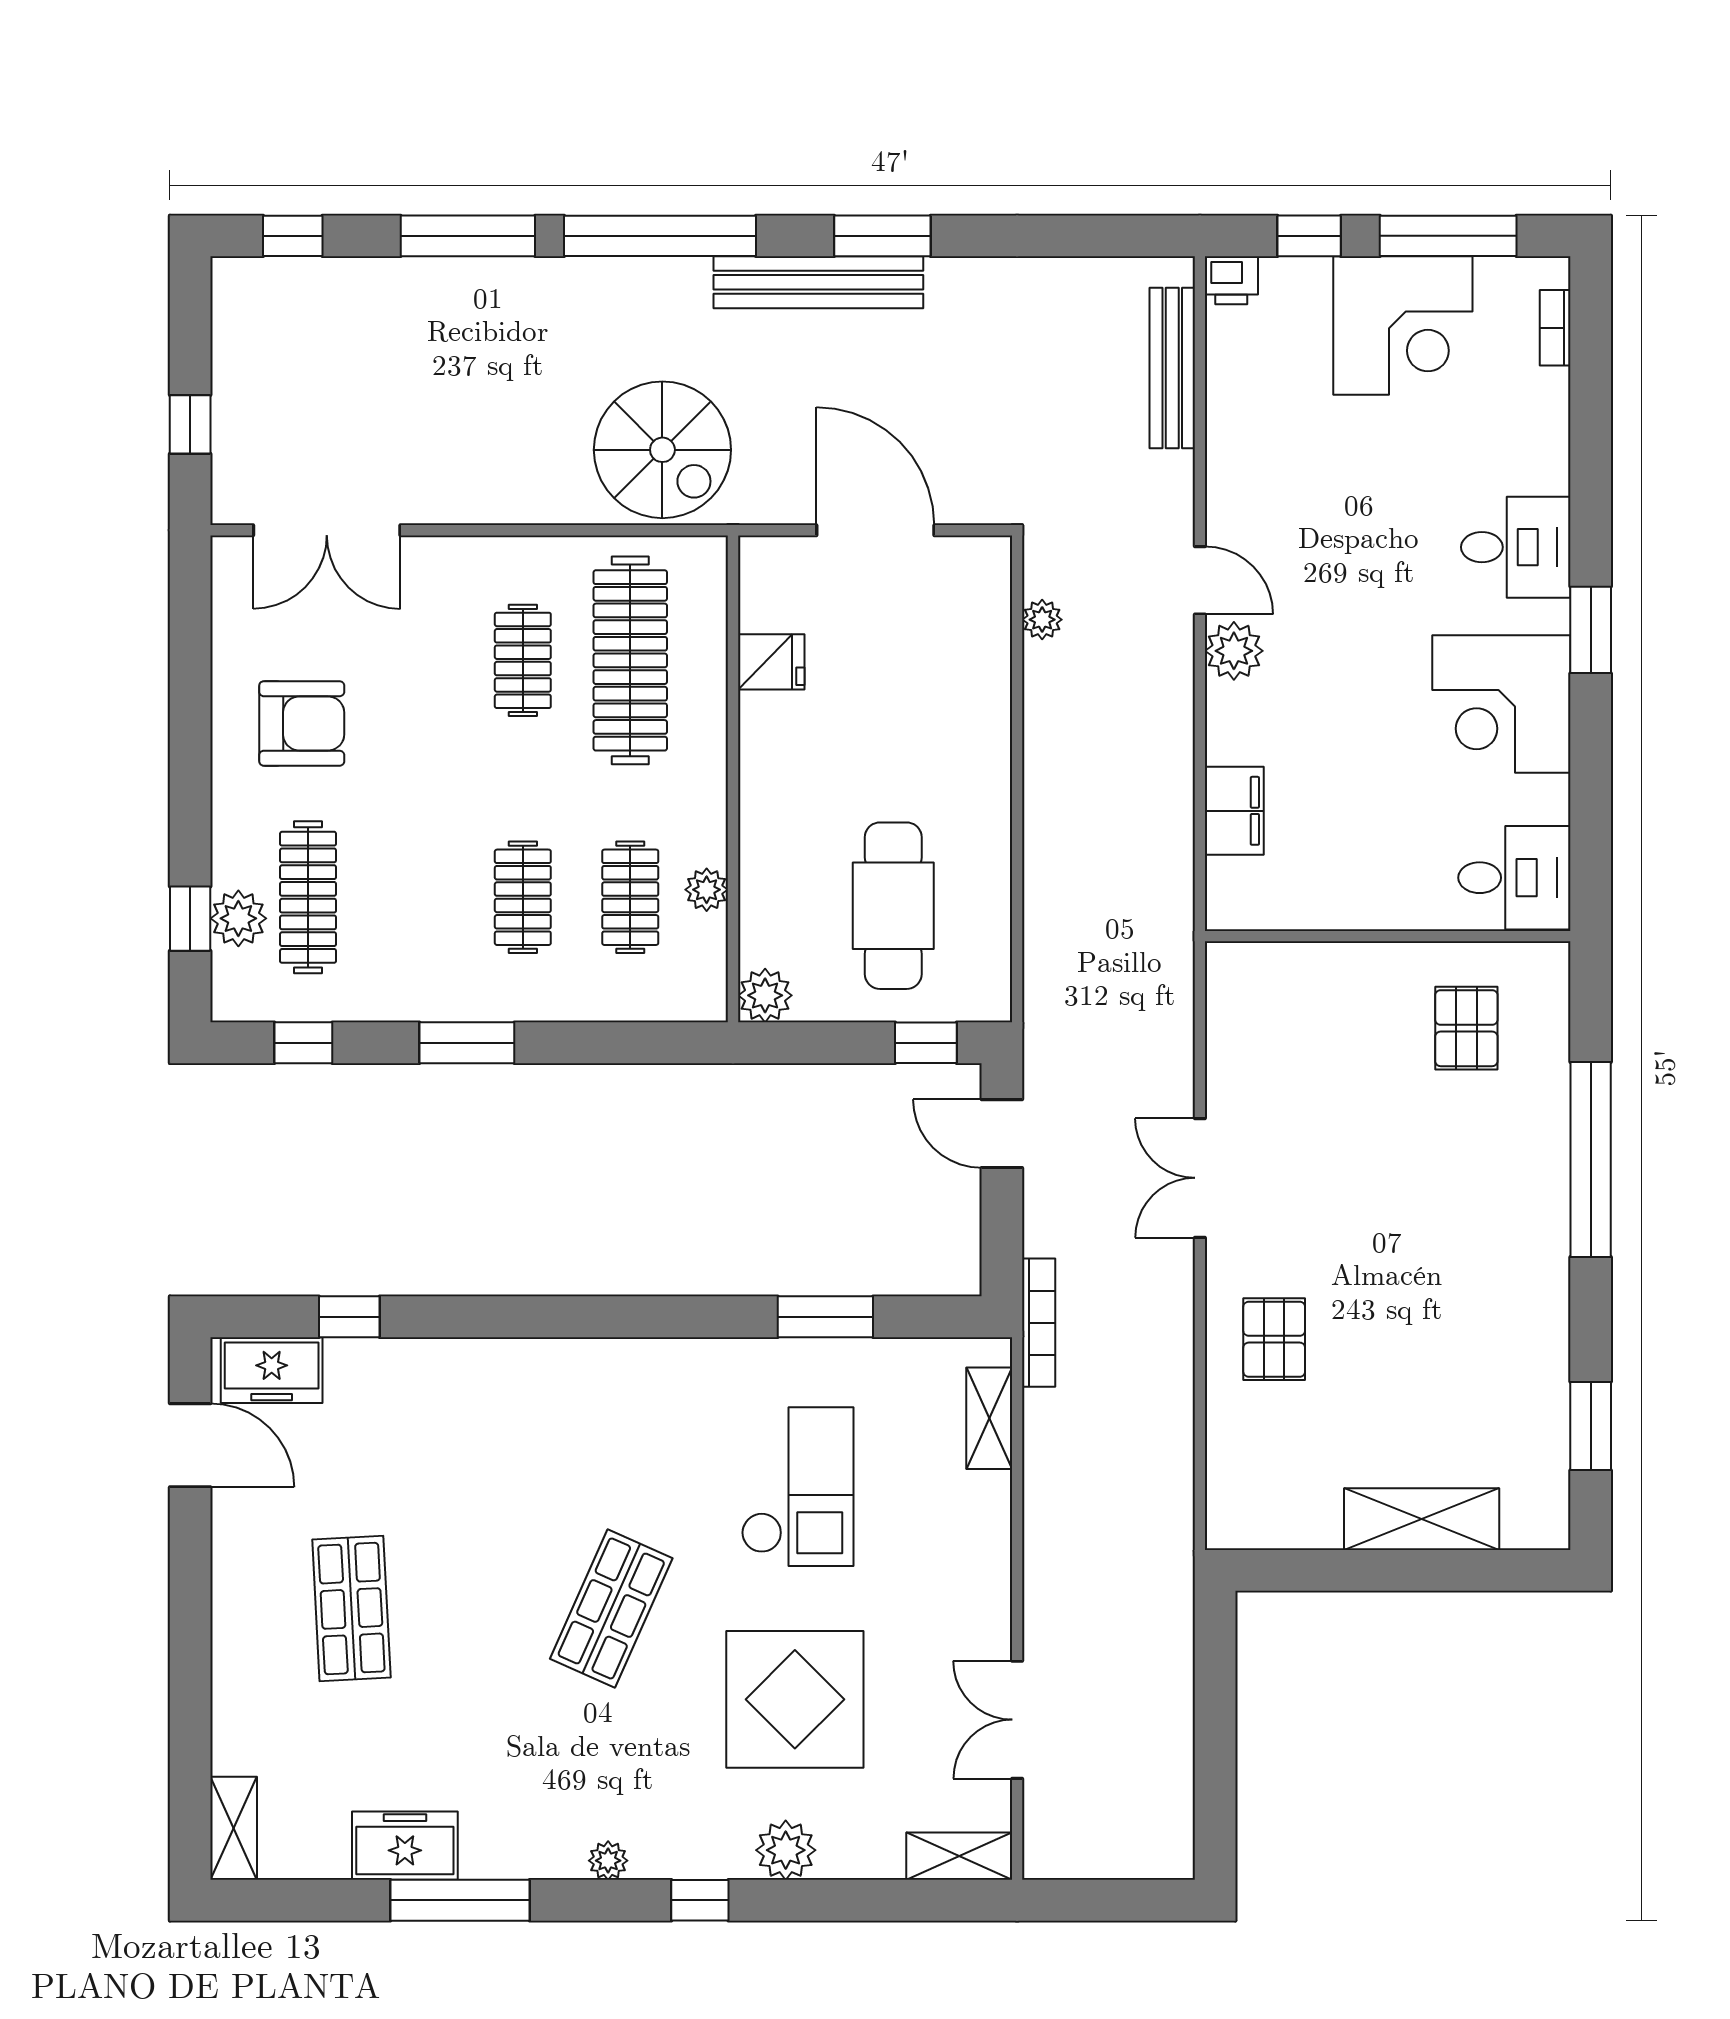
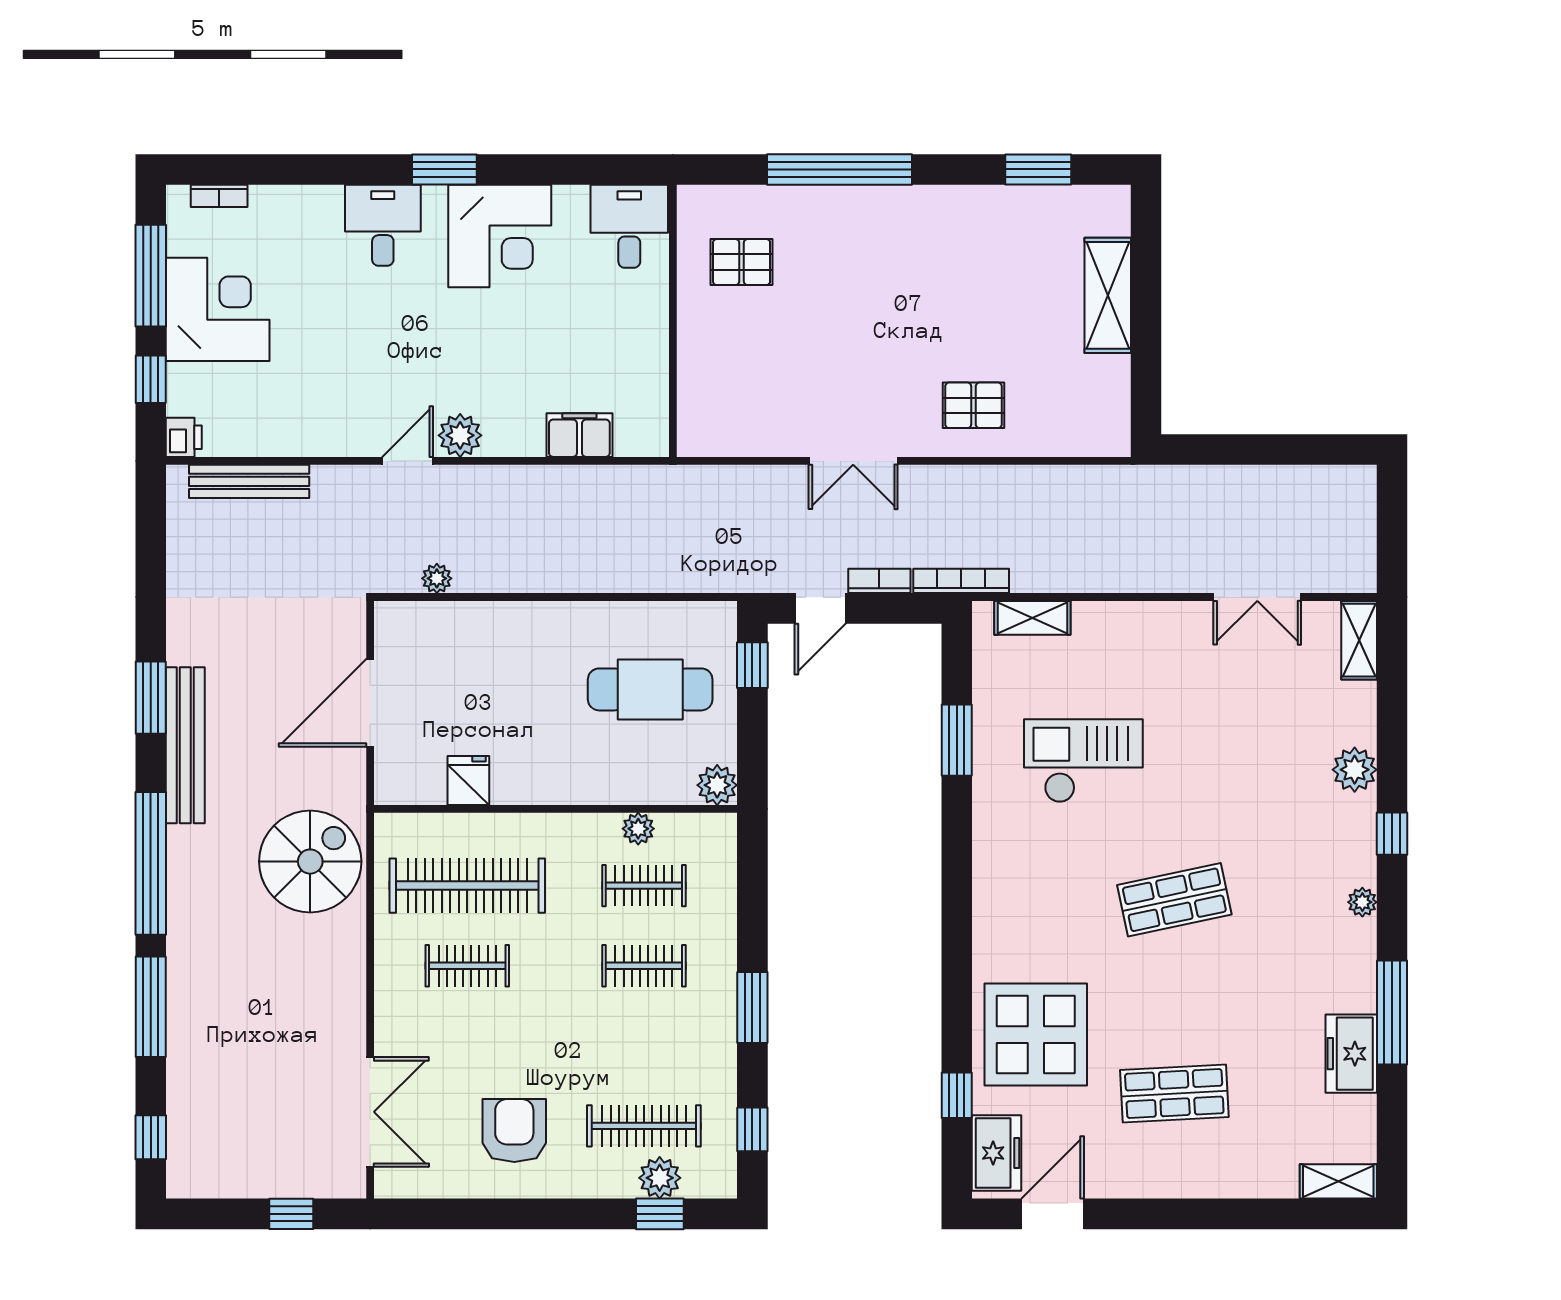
bookcase: (1039, 1213) -> (879, 581), added
shop shelf: (611, 1609) -> (1174, 900), turned -36
display table: (795, 1699) -> (1036, 1035), moved

